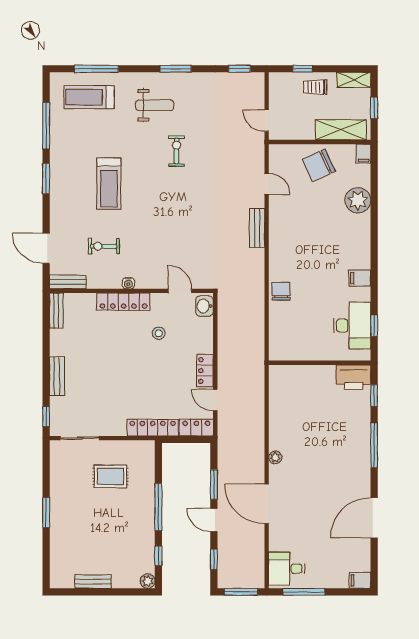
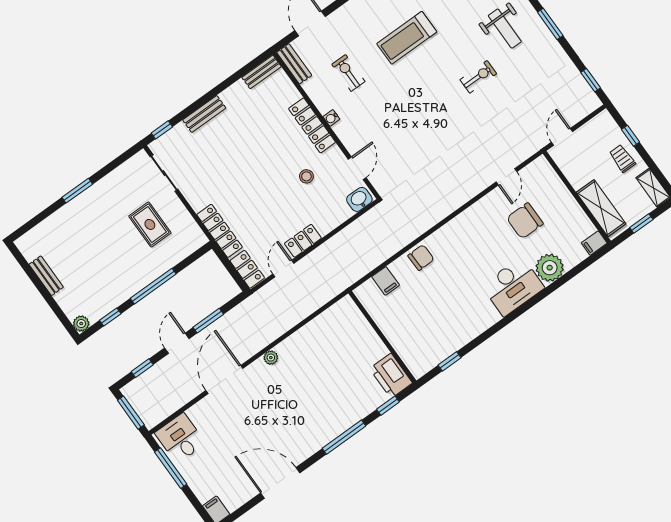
chair: (319, 165) -> (525, 221), moved, turned -65
bench: (257, 228) -> (462, 196), removed
filing cabinet: (360, 278) -> (386, 281), moved, turned 180
desk: (352, 326) -> (513, 287), moved

